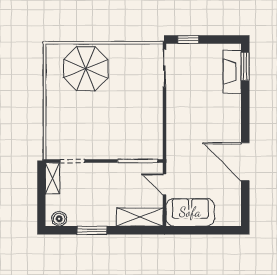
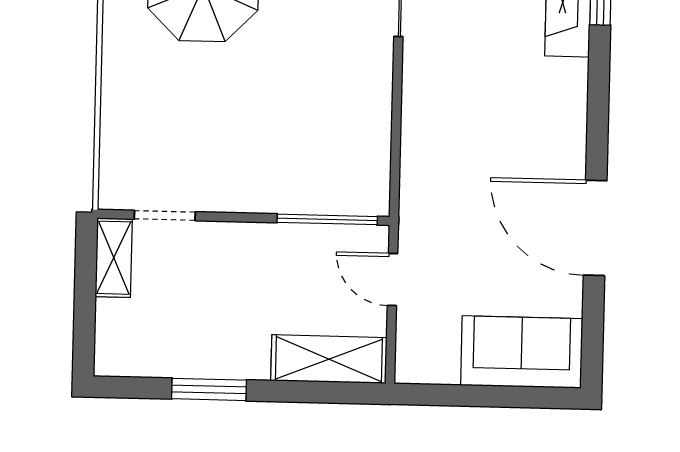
sofa: (190, 212) -> (522, 352), moved
boiler: (59, 219) -> (128, 359), removed

